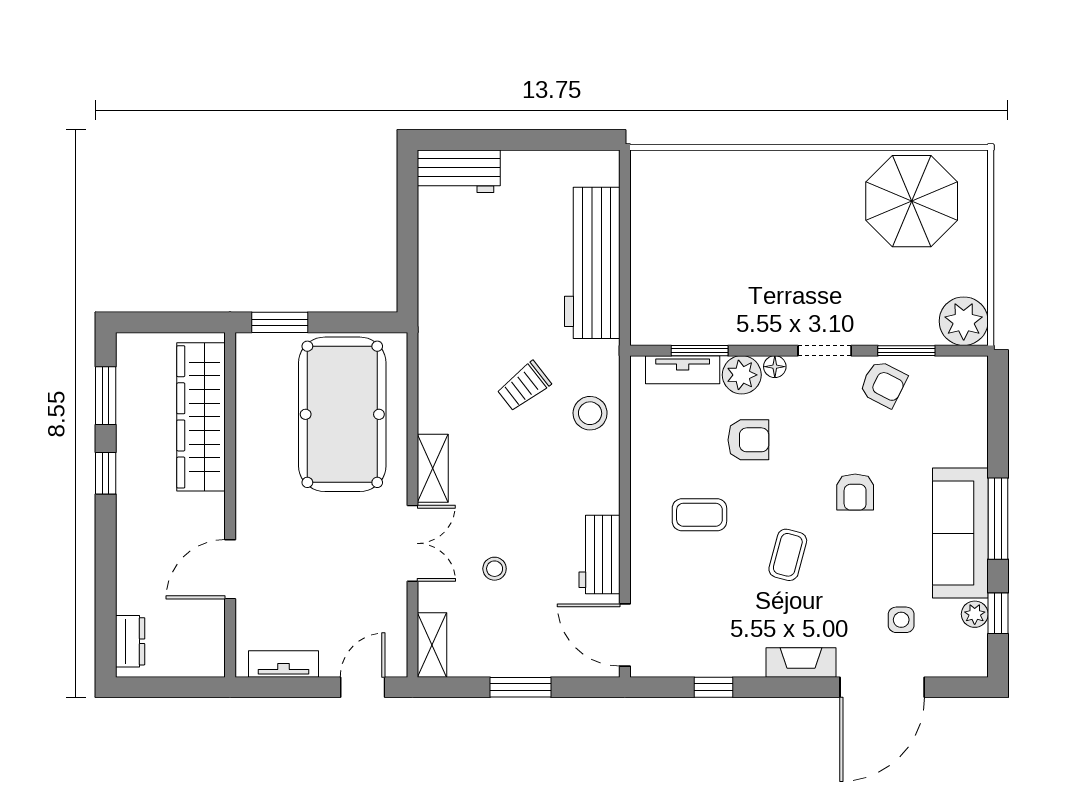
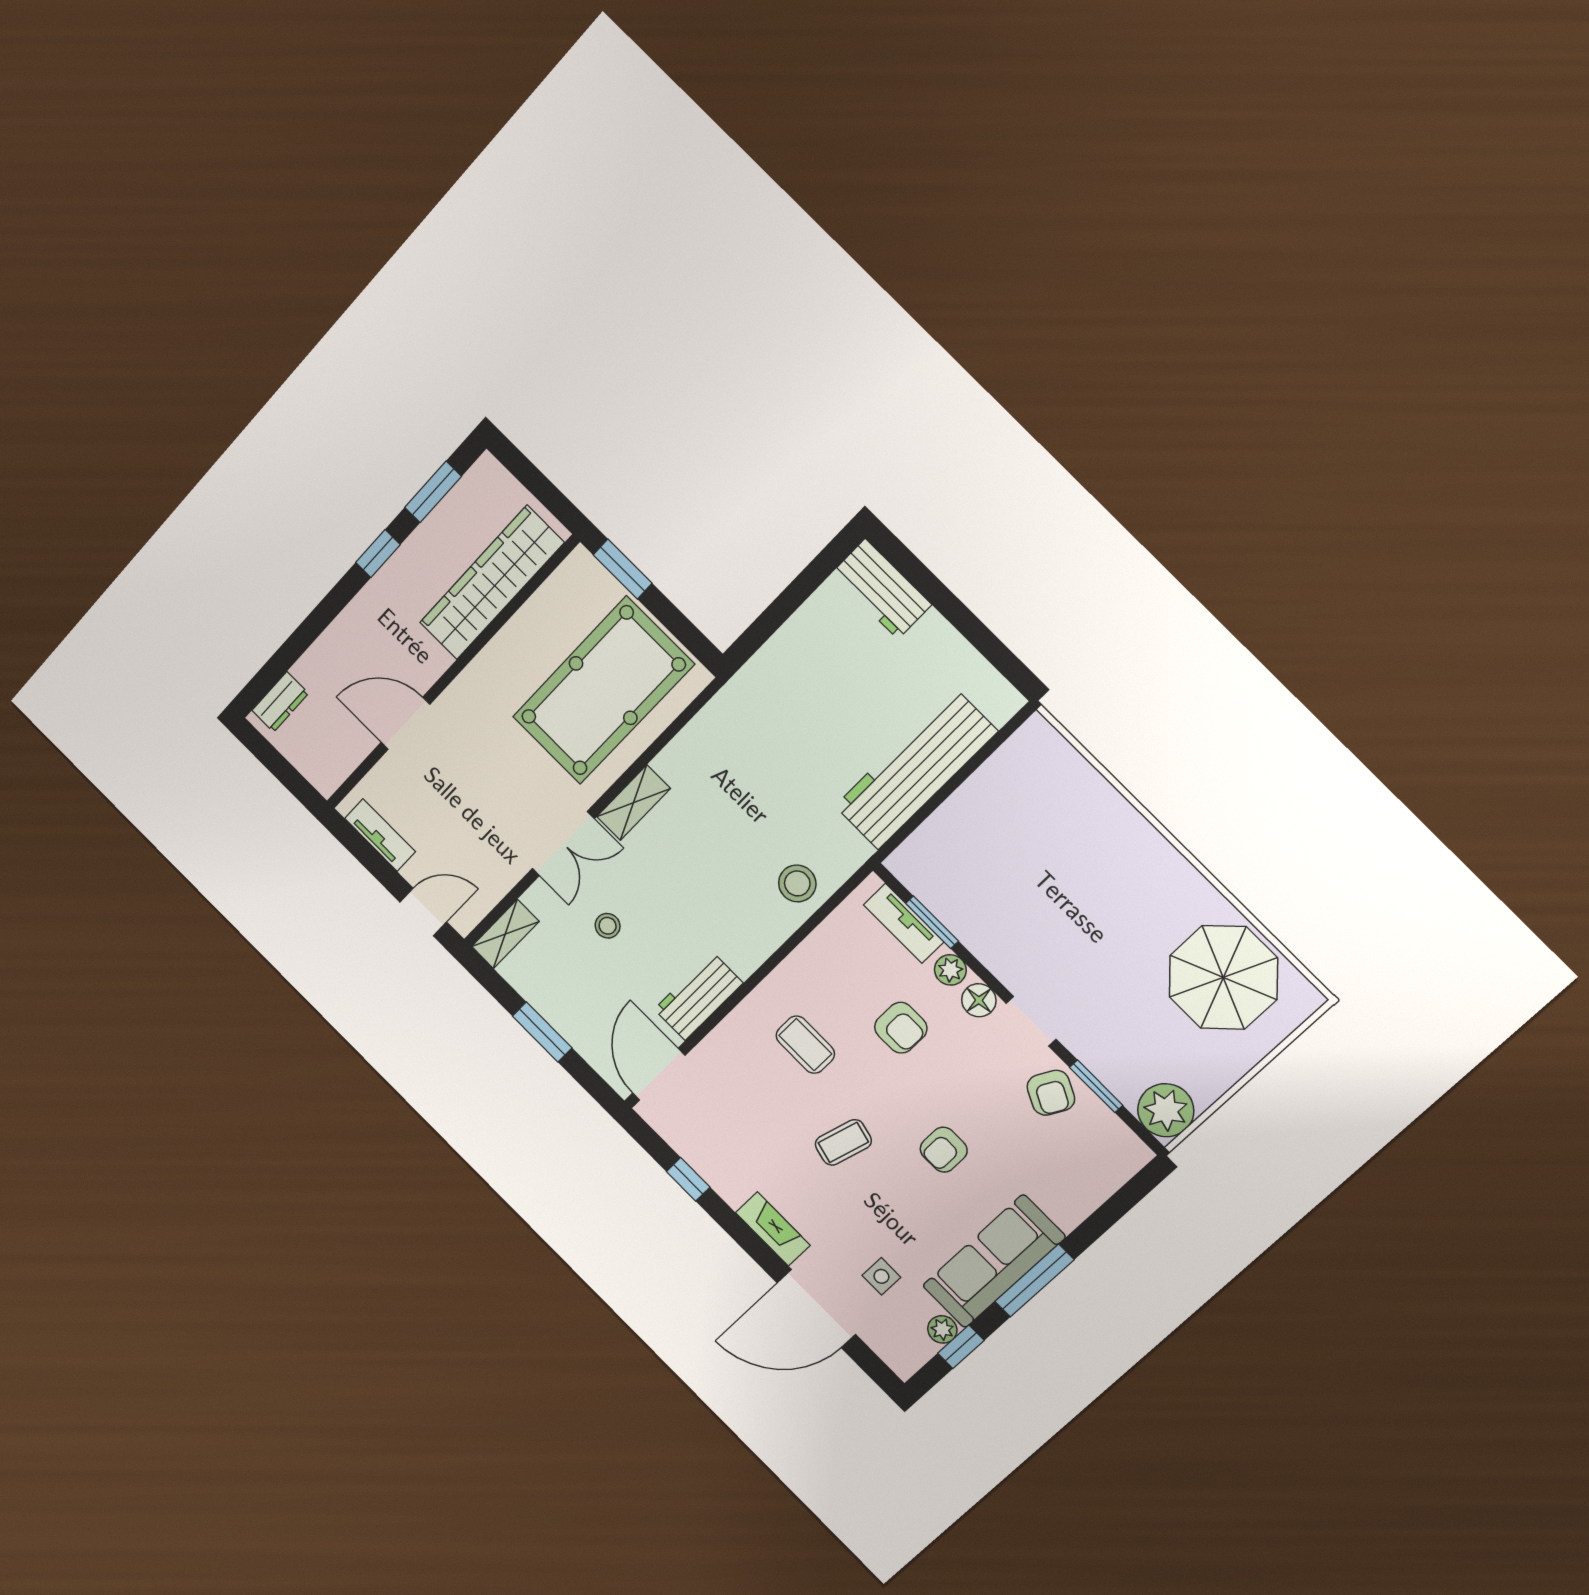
floor lamp: (775, 367) -> (979, 1000), width x1.37, depth x1.37
plant: (742, 375) -> (950, 970), width x0.73, depth x0.73
trolley: (524, 386) -> (766, 811), removed

